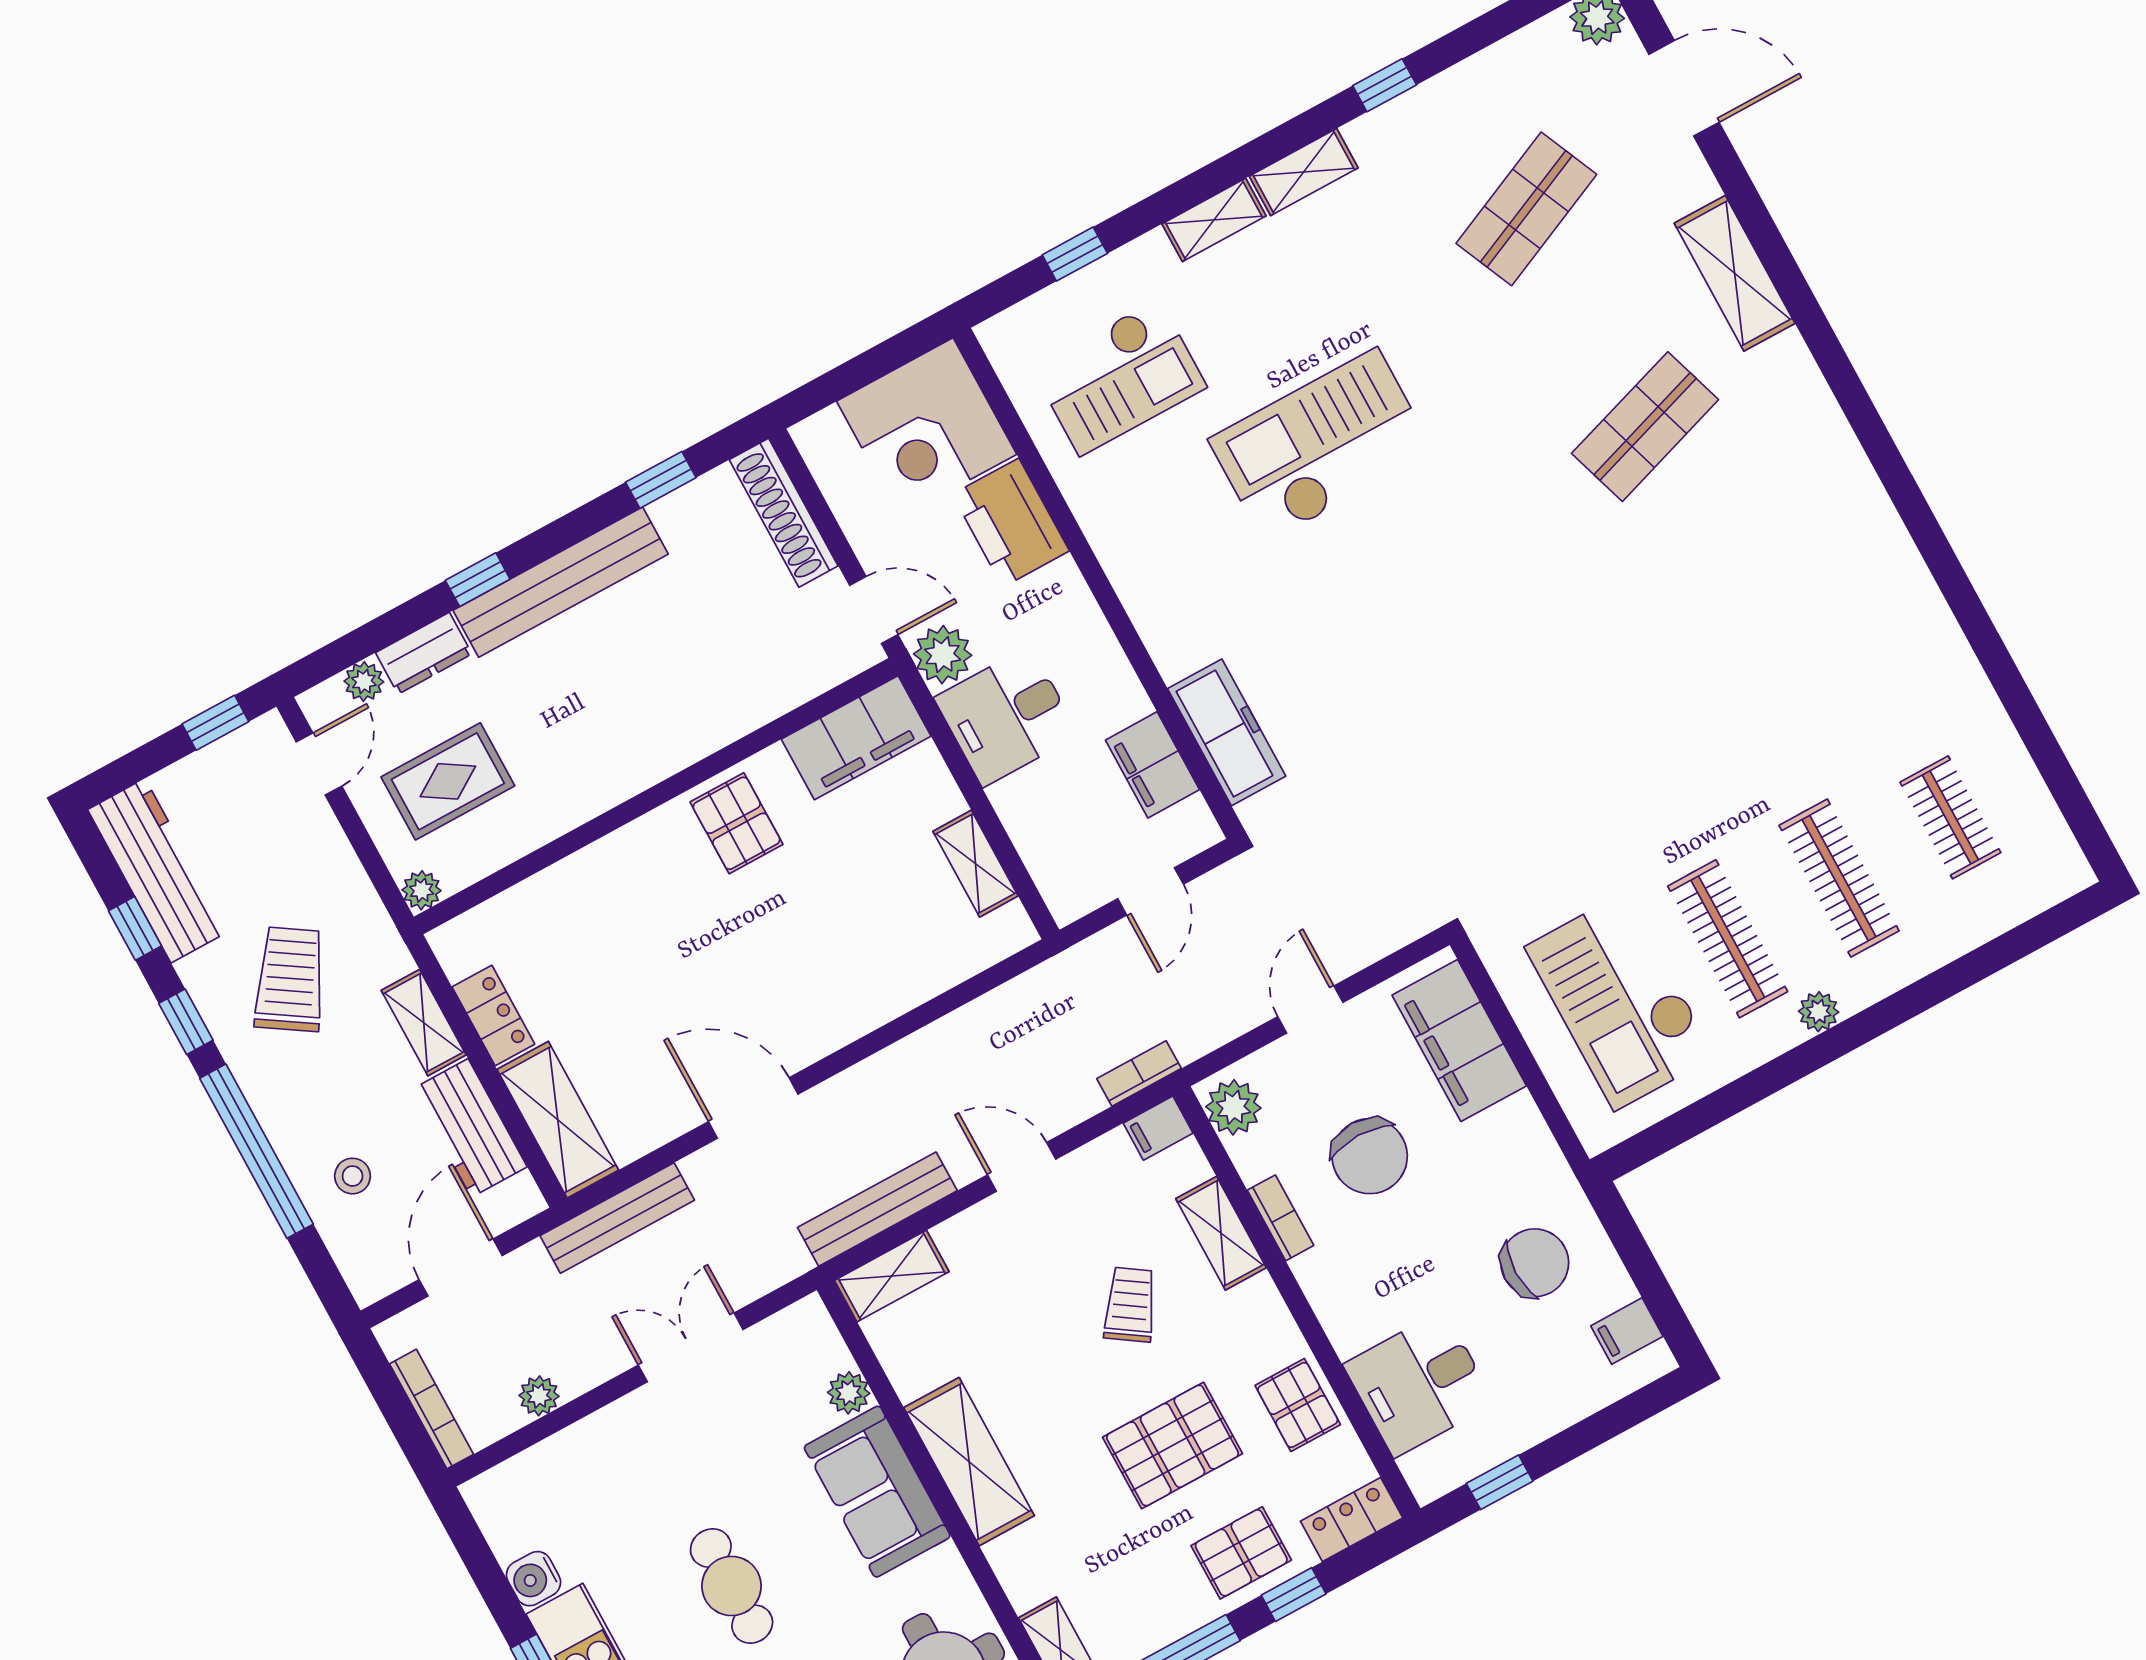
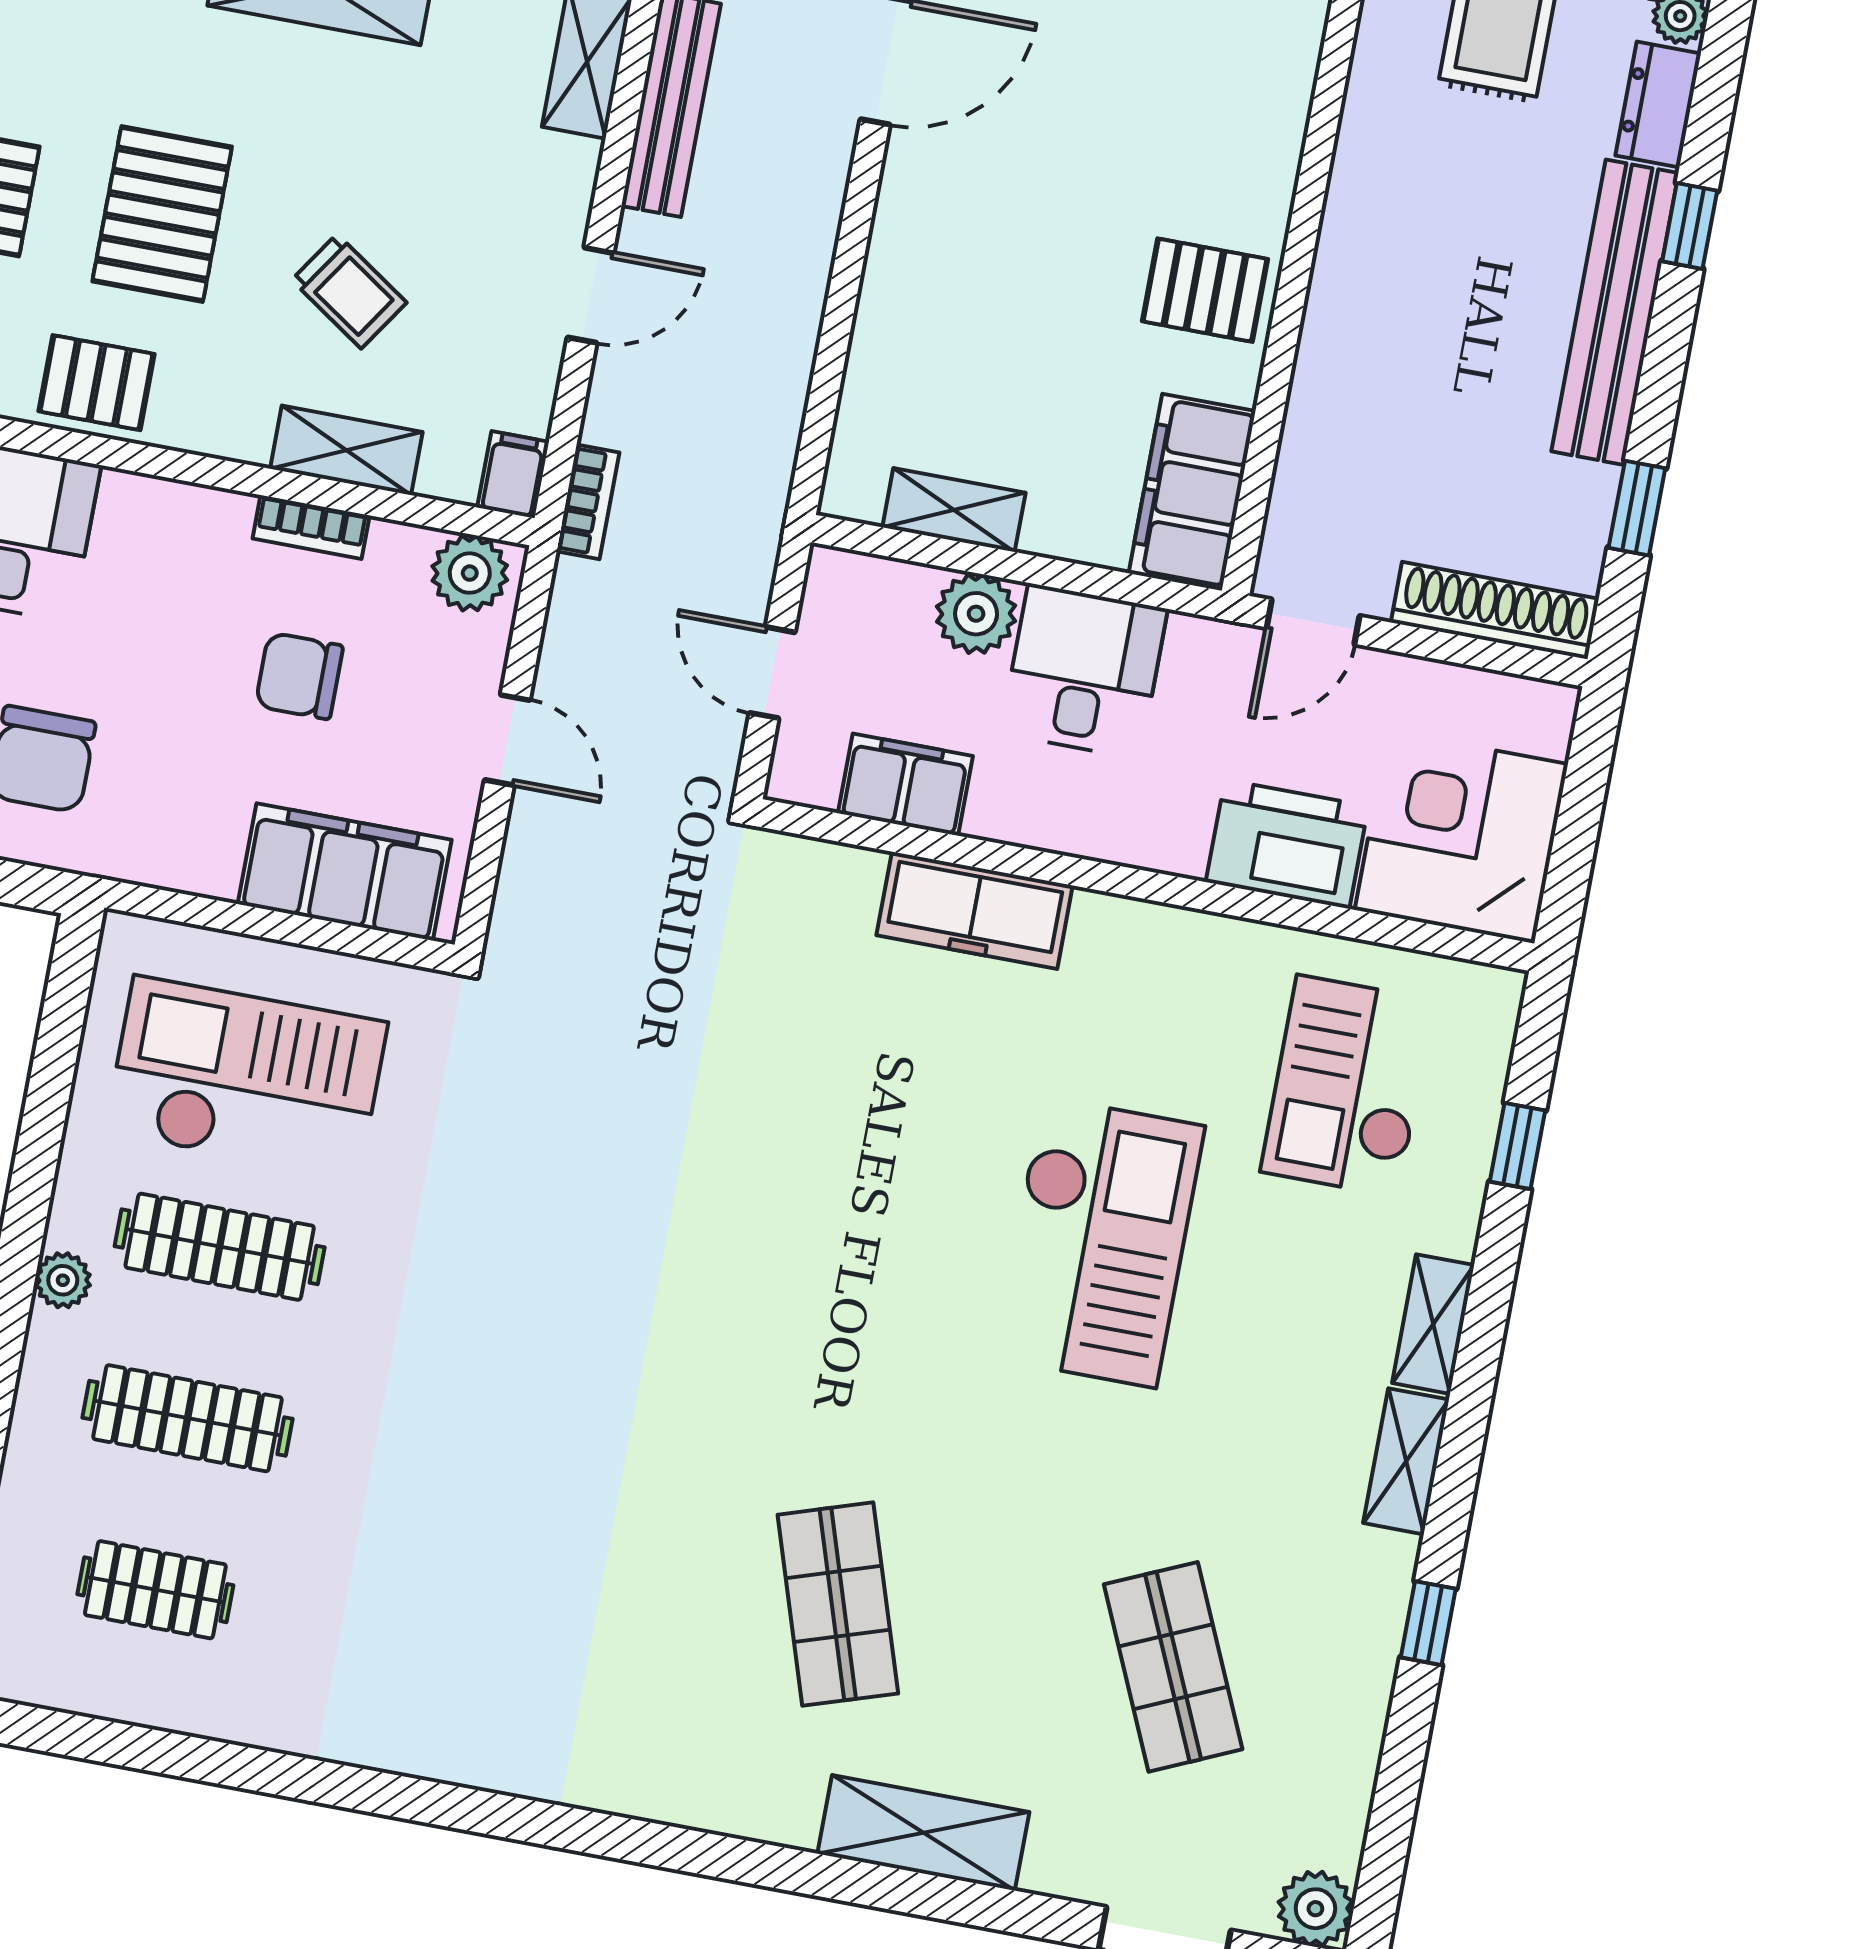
plant: (943, 655) -> (976, 614), moved
freezer: (1227, 732) -> (975, 910), moved
chair: (1370, 1156) -> (299, 676), width x0.73, depth x0.73

